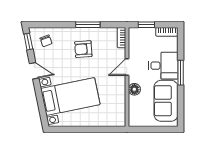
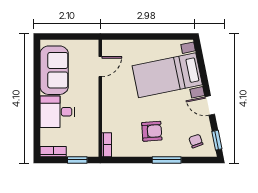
window: (88, 25) -> (167, 160), moved
door: (127, 67) -> (100, 67), moved
window: (181, 73) -> (37, 103), removed
floor lamp: (134, 89) -> (92, 84), removed

